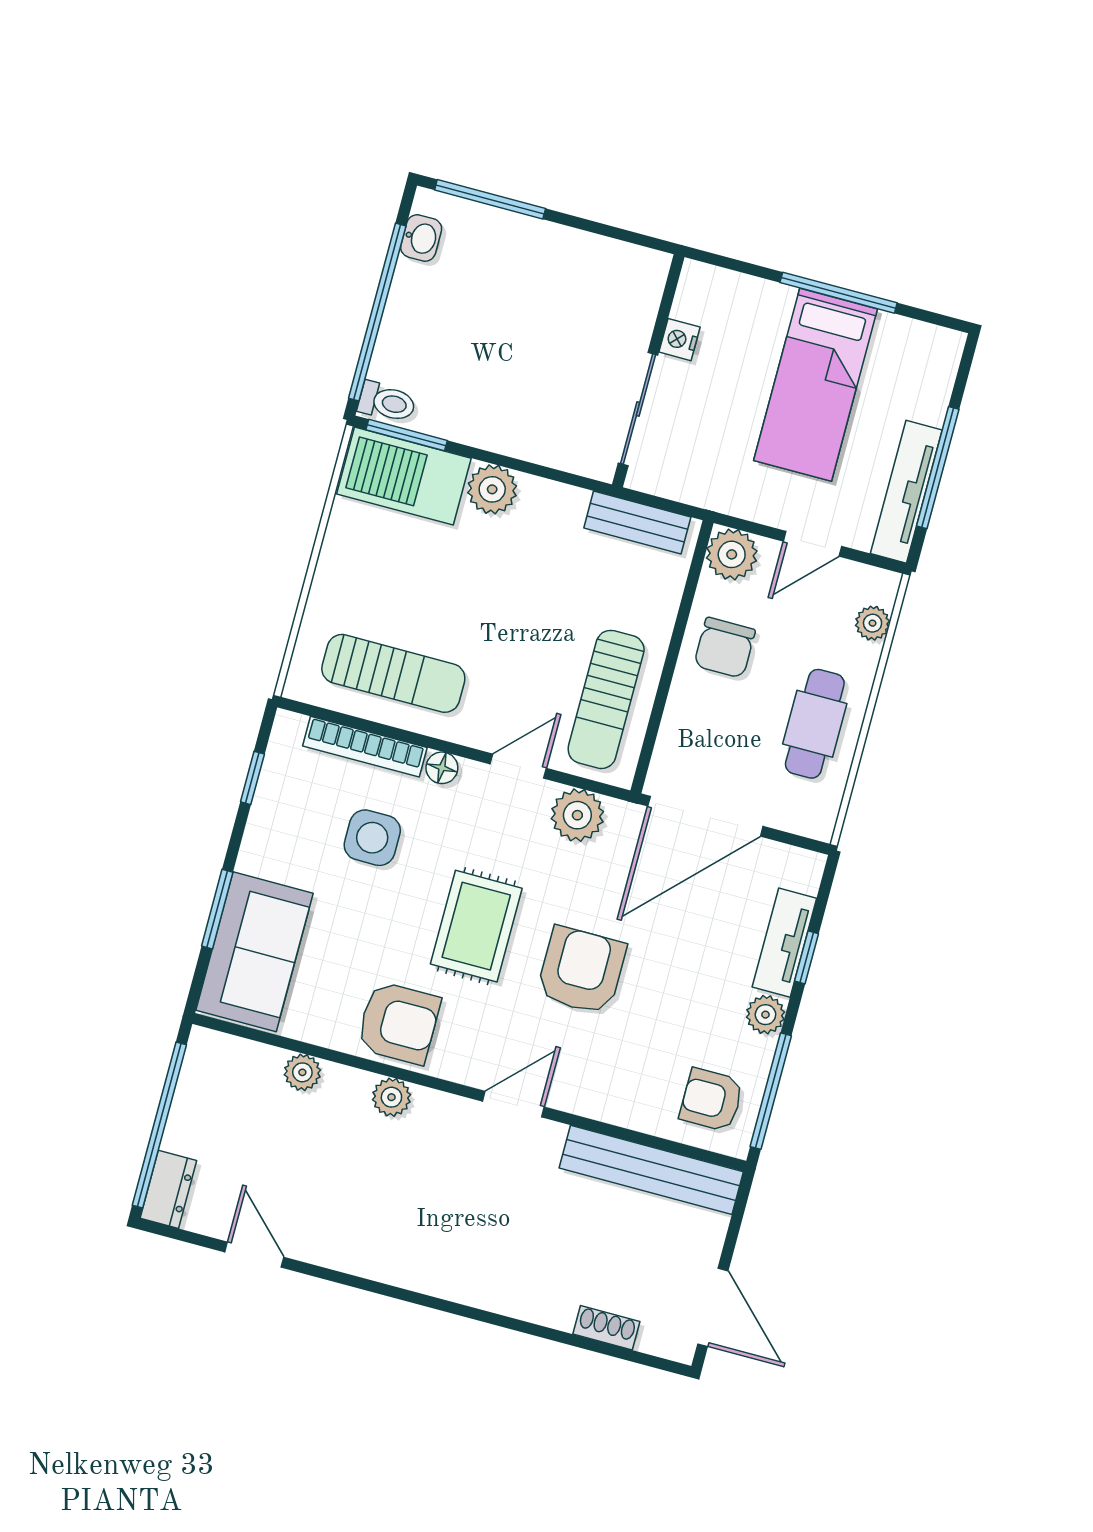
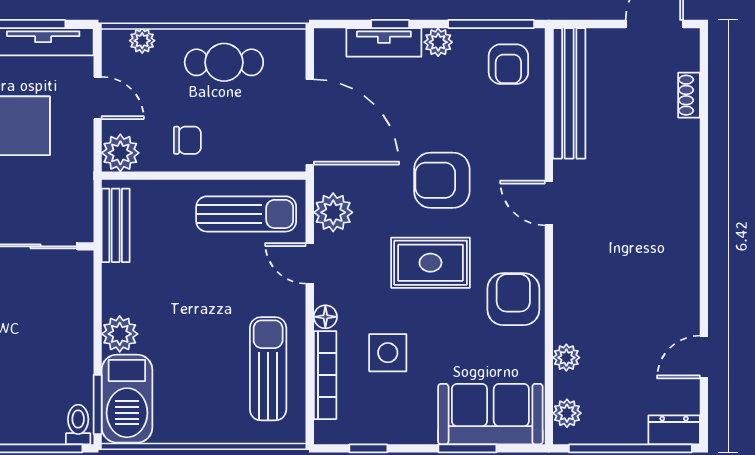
chair: (725, 648) -> (187, 140), width x0.73, depth x0.73
plant: (391, 1097) -> (567, 413), moved

